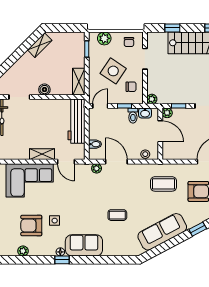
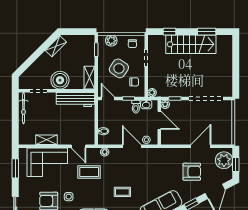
boiler: (44, 90) -> (60, 80), width x1.86, depth x1.86
door: (100, 106) -> (108, 98), hinge flipped
workbench: (76, 121) -> (75, 100), moved, turned -90
shelving: (42, 154) -> (47, 140), moved
door: (116, 162) -> (132, 146), moved
coffee table: (163, 184) -> (89, 172), moved

